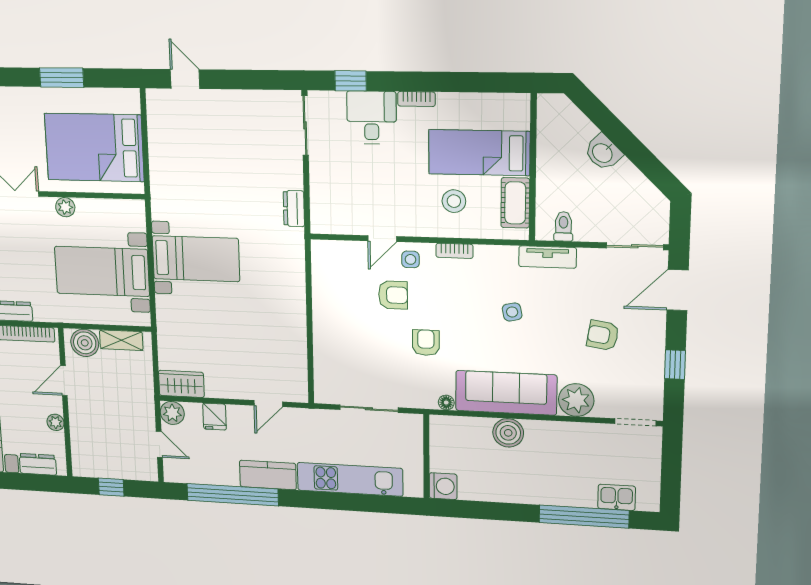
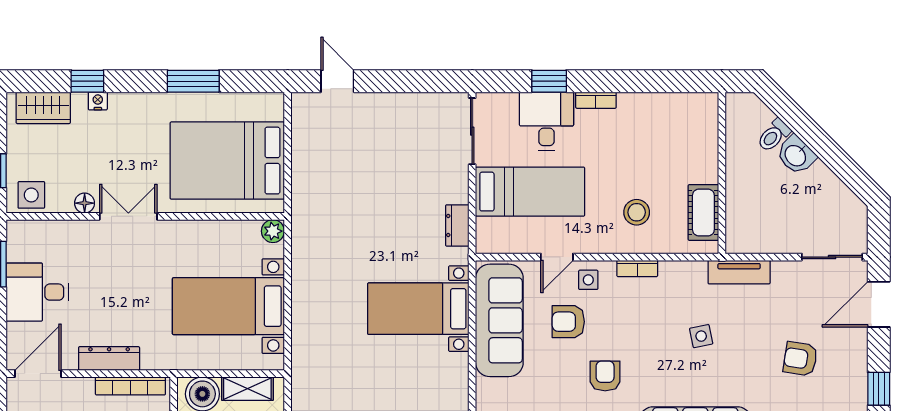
window: (351, 81) -> (549, 81), moved
bed: (479, 153) -> (530, 192), moved, turned 180
plant: (65, 207) -> (273, 231), moved
toilet: (563, 226) -> (774, 135), moved, turned -135
bed with nightstands: (196, 259) -> (418, 309), moved, turned 180
sofa: (332, 292) -> (499, 320), added
armchair: (393, 295) -> (568, 322), turned 180

